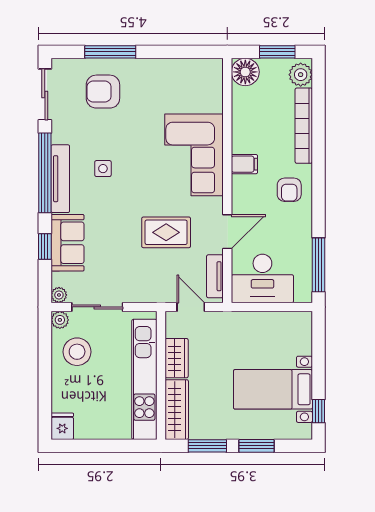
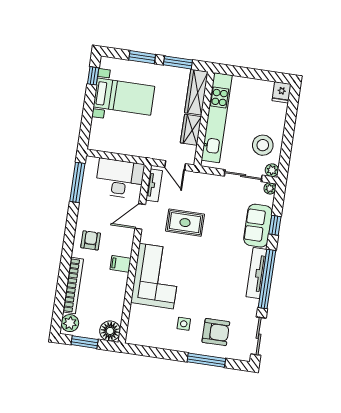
side table: (103, 169) -> (184, 324), moved

